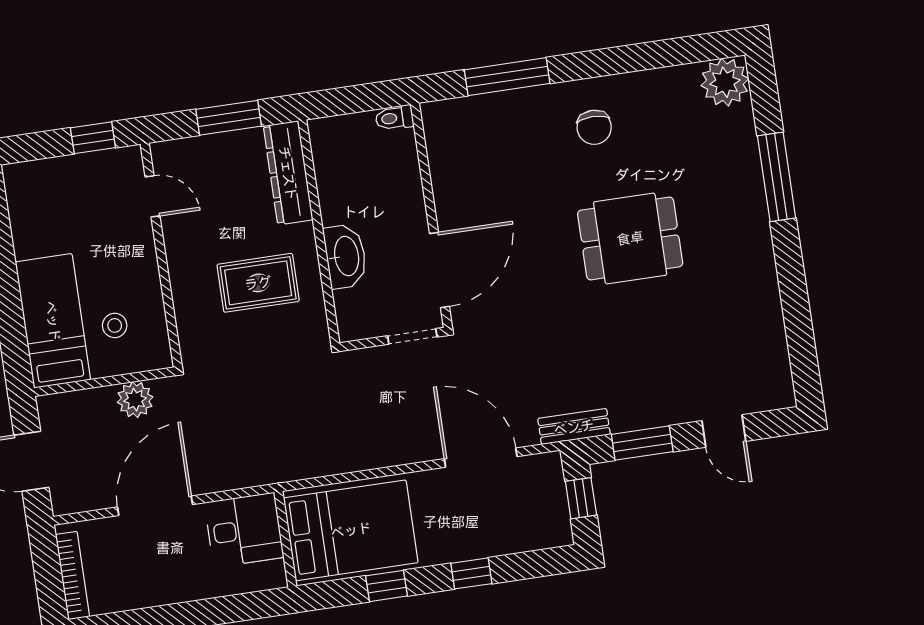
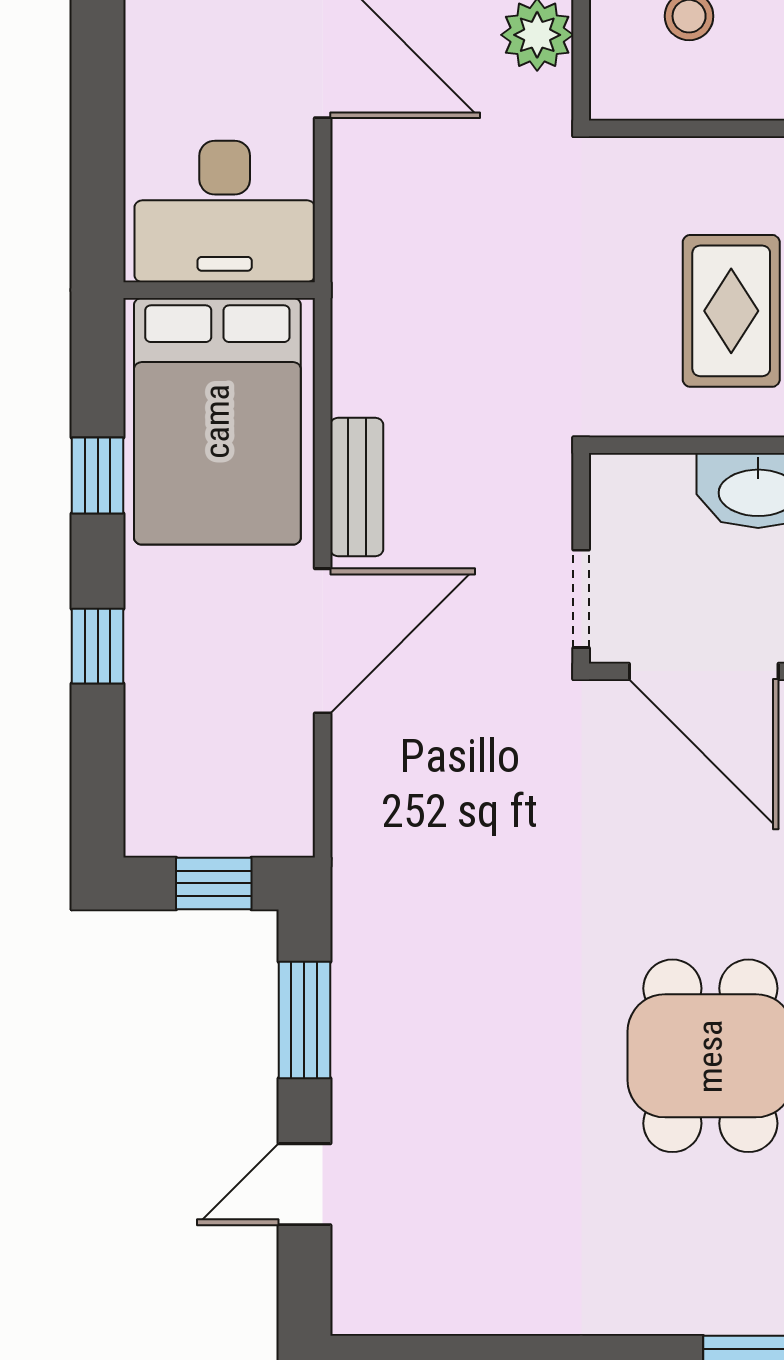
bench: (574, 427) -> (357, 487), moved
door: (481, 458) -> (323, 641), moved
desk: (244, 530) -> (225, 211), width x1.37

